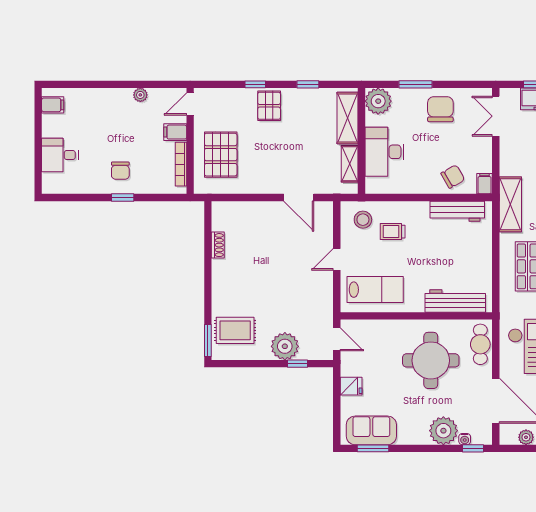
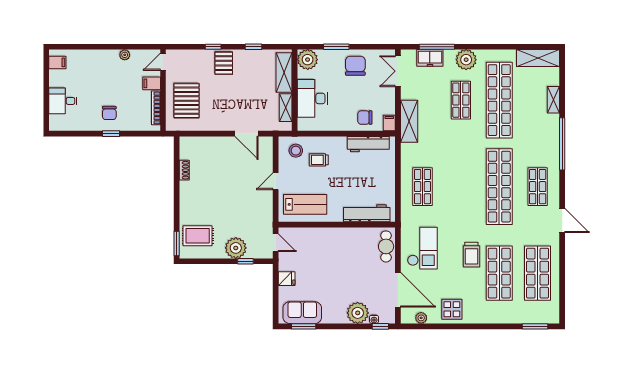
chair: (453, 177) -> (365, 118), turned -150
shelving: (510, 204) -> (409, 121), moved
round table: (431, 360) -> (348, 259), removed

